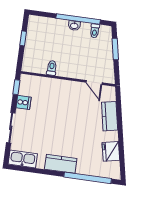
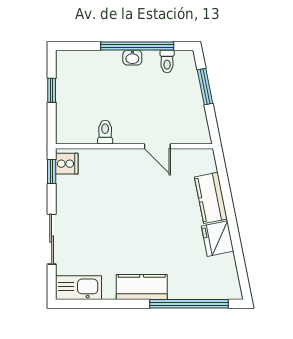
door: (94, 82) -> (157, 146), moved
cooker: (23, 102) -> (67, 164), moved
fridge: (111, 151) -> (218, 239), moved

